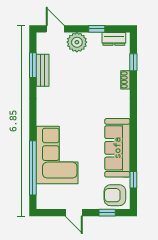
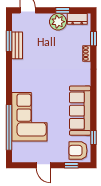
plant: (77, 42) -> (58, 22), moved

